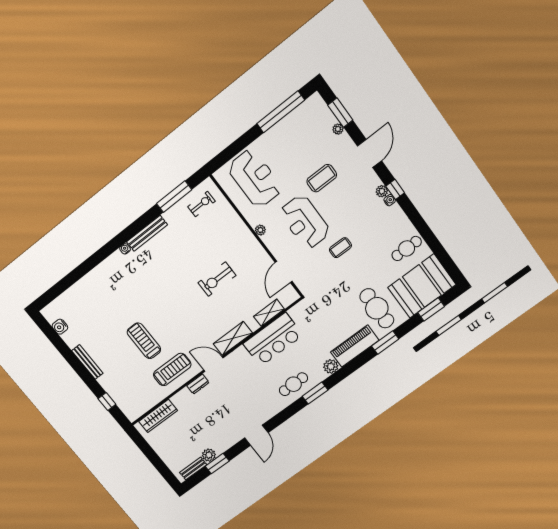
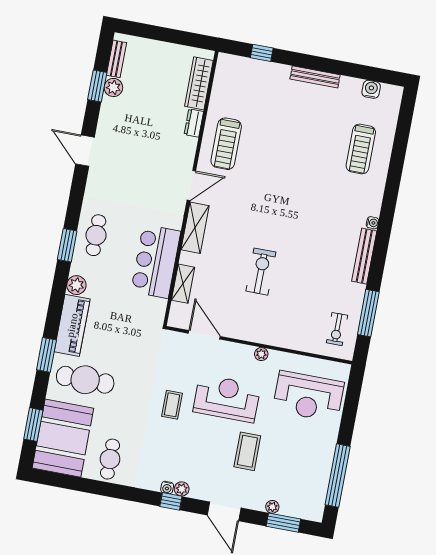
treadmill: (144, 341) -> (361, 149), moved, turned 90
dresser: (198, 384) -> (194, 123), moved

